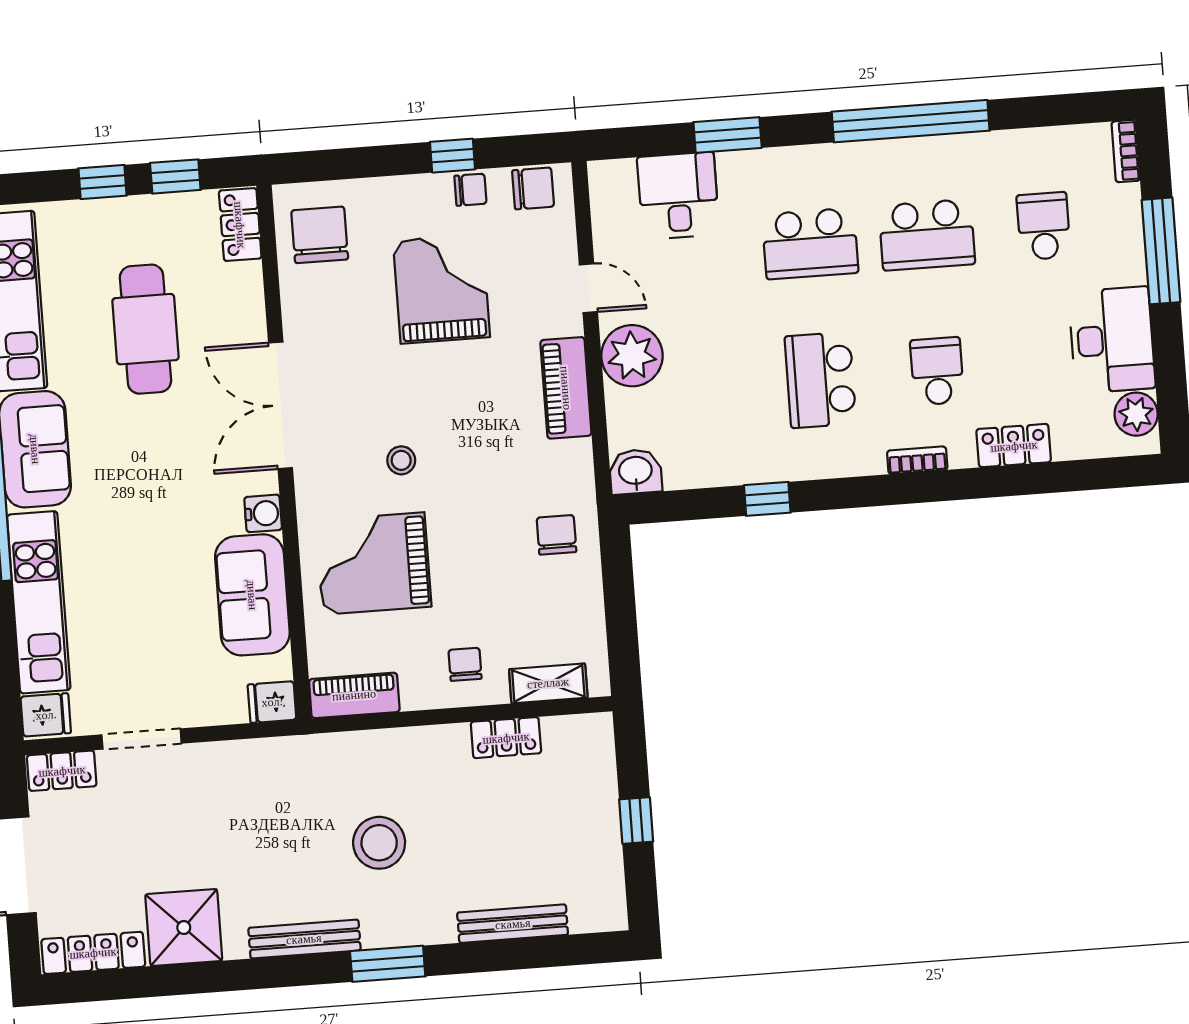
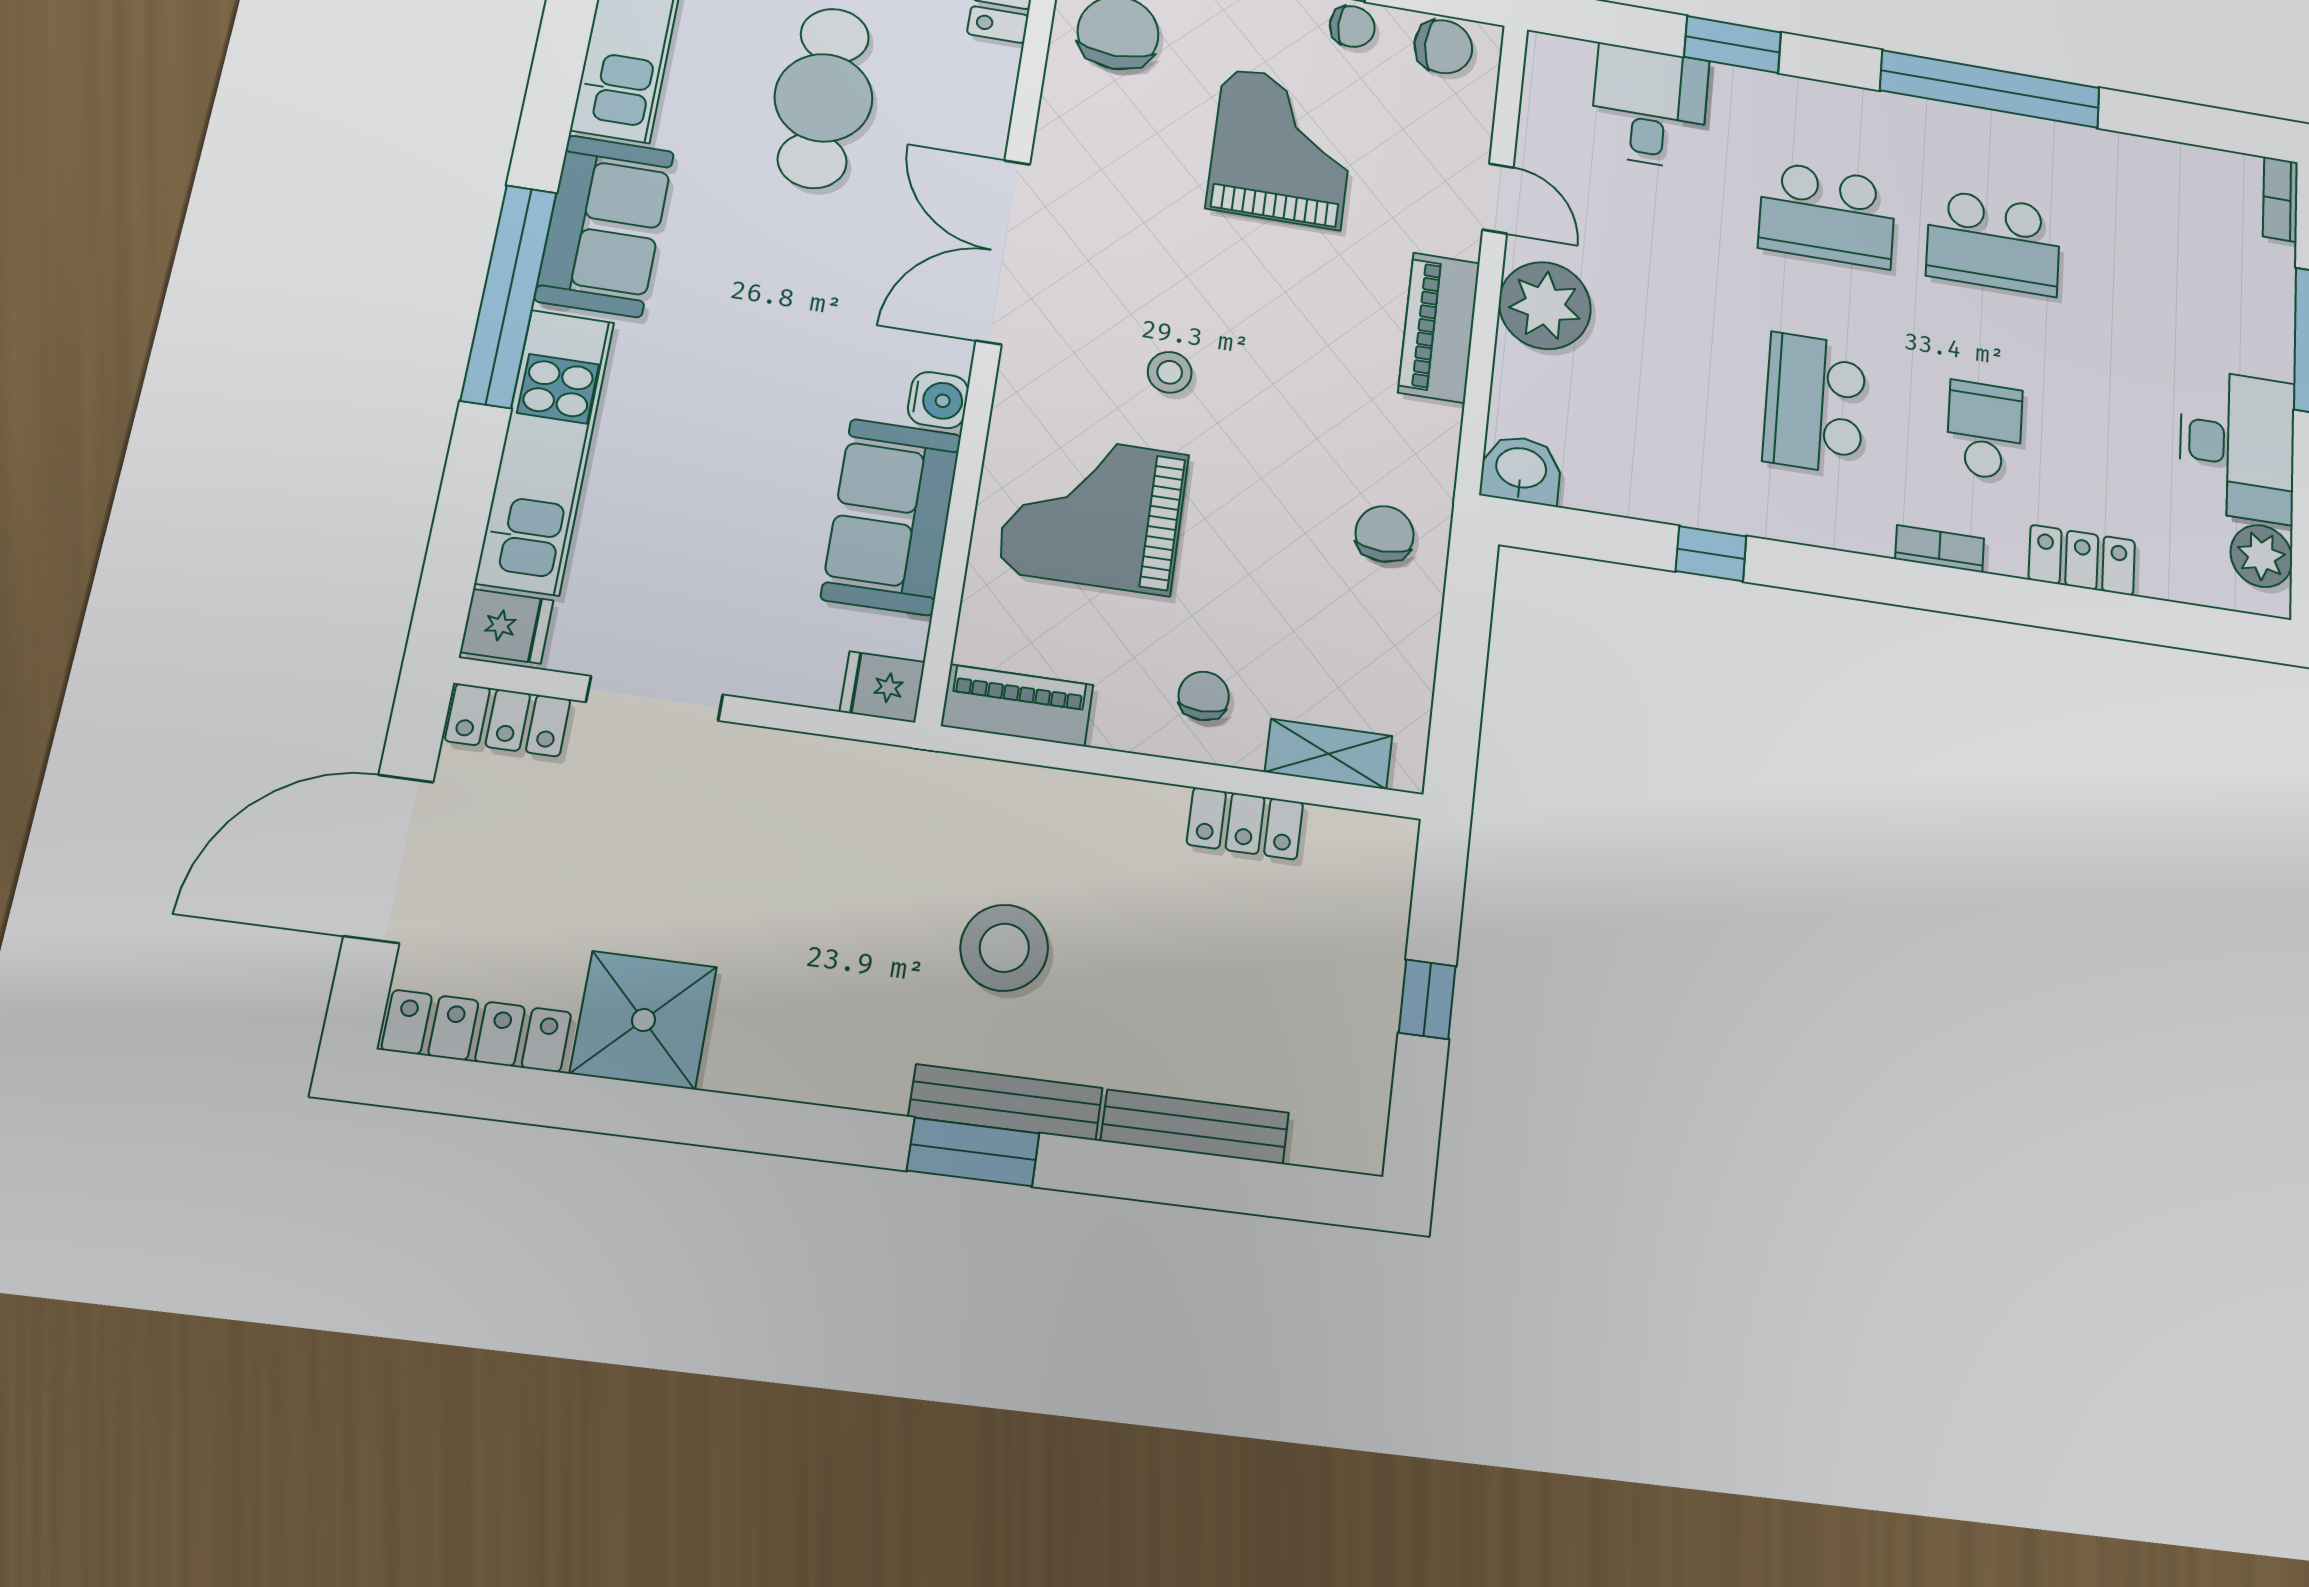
school desk: (1044, 226) -> (2158, 270), removed
bench: (304, 939) -> (1006, 1102), moved

